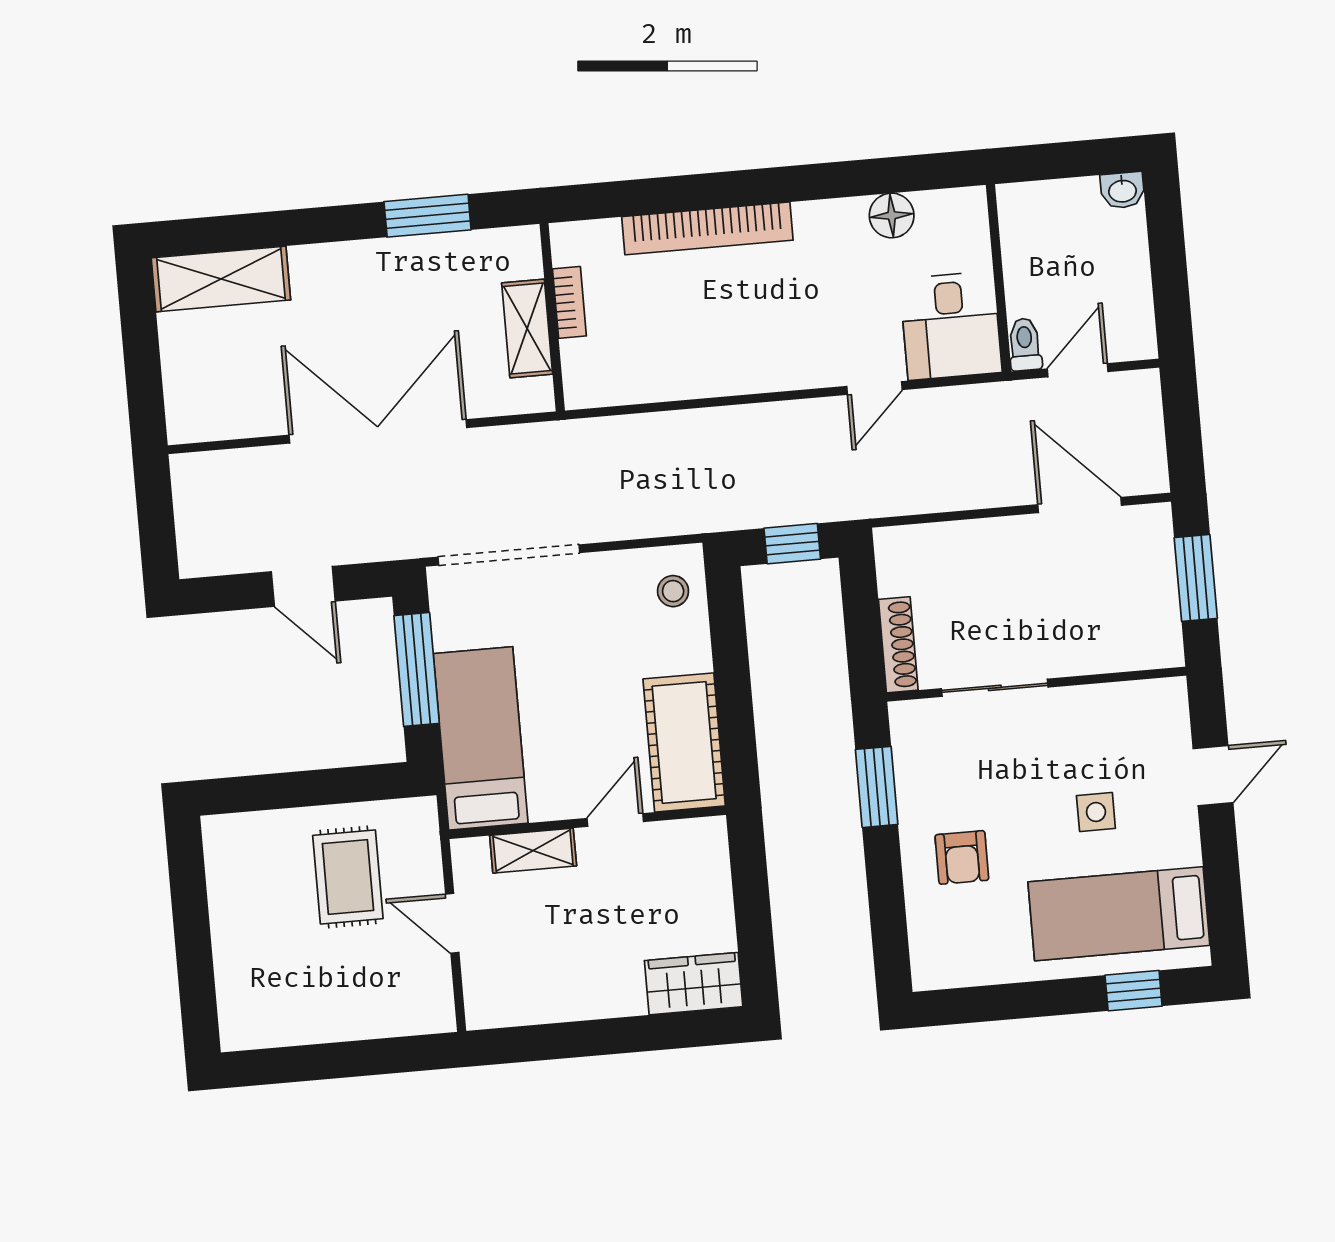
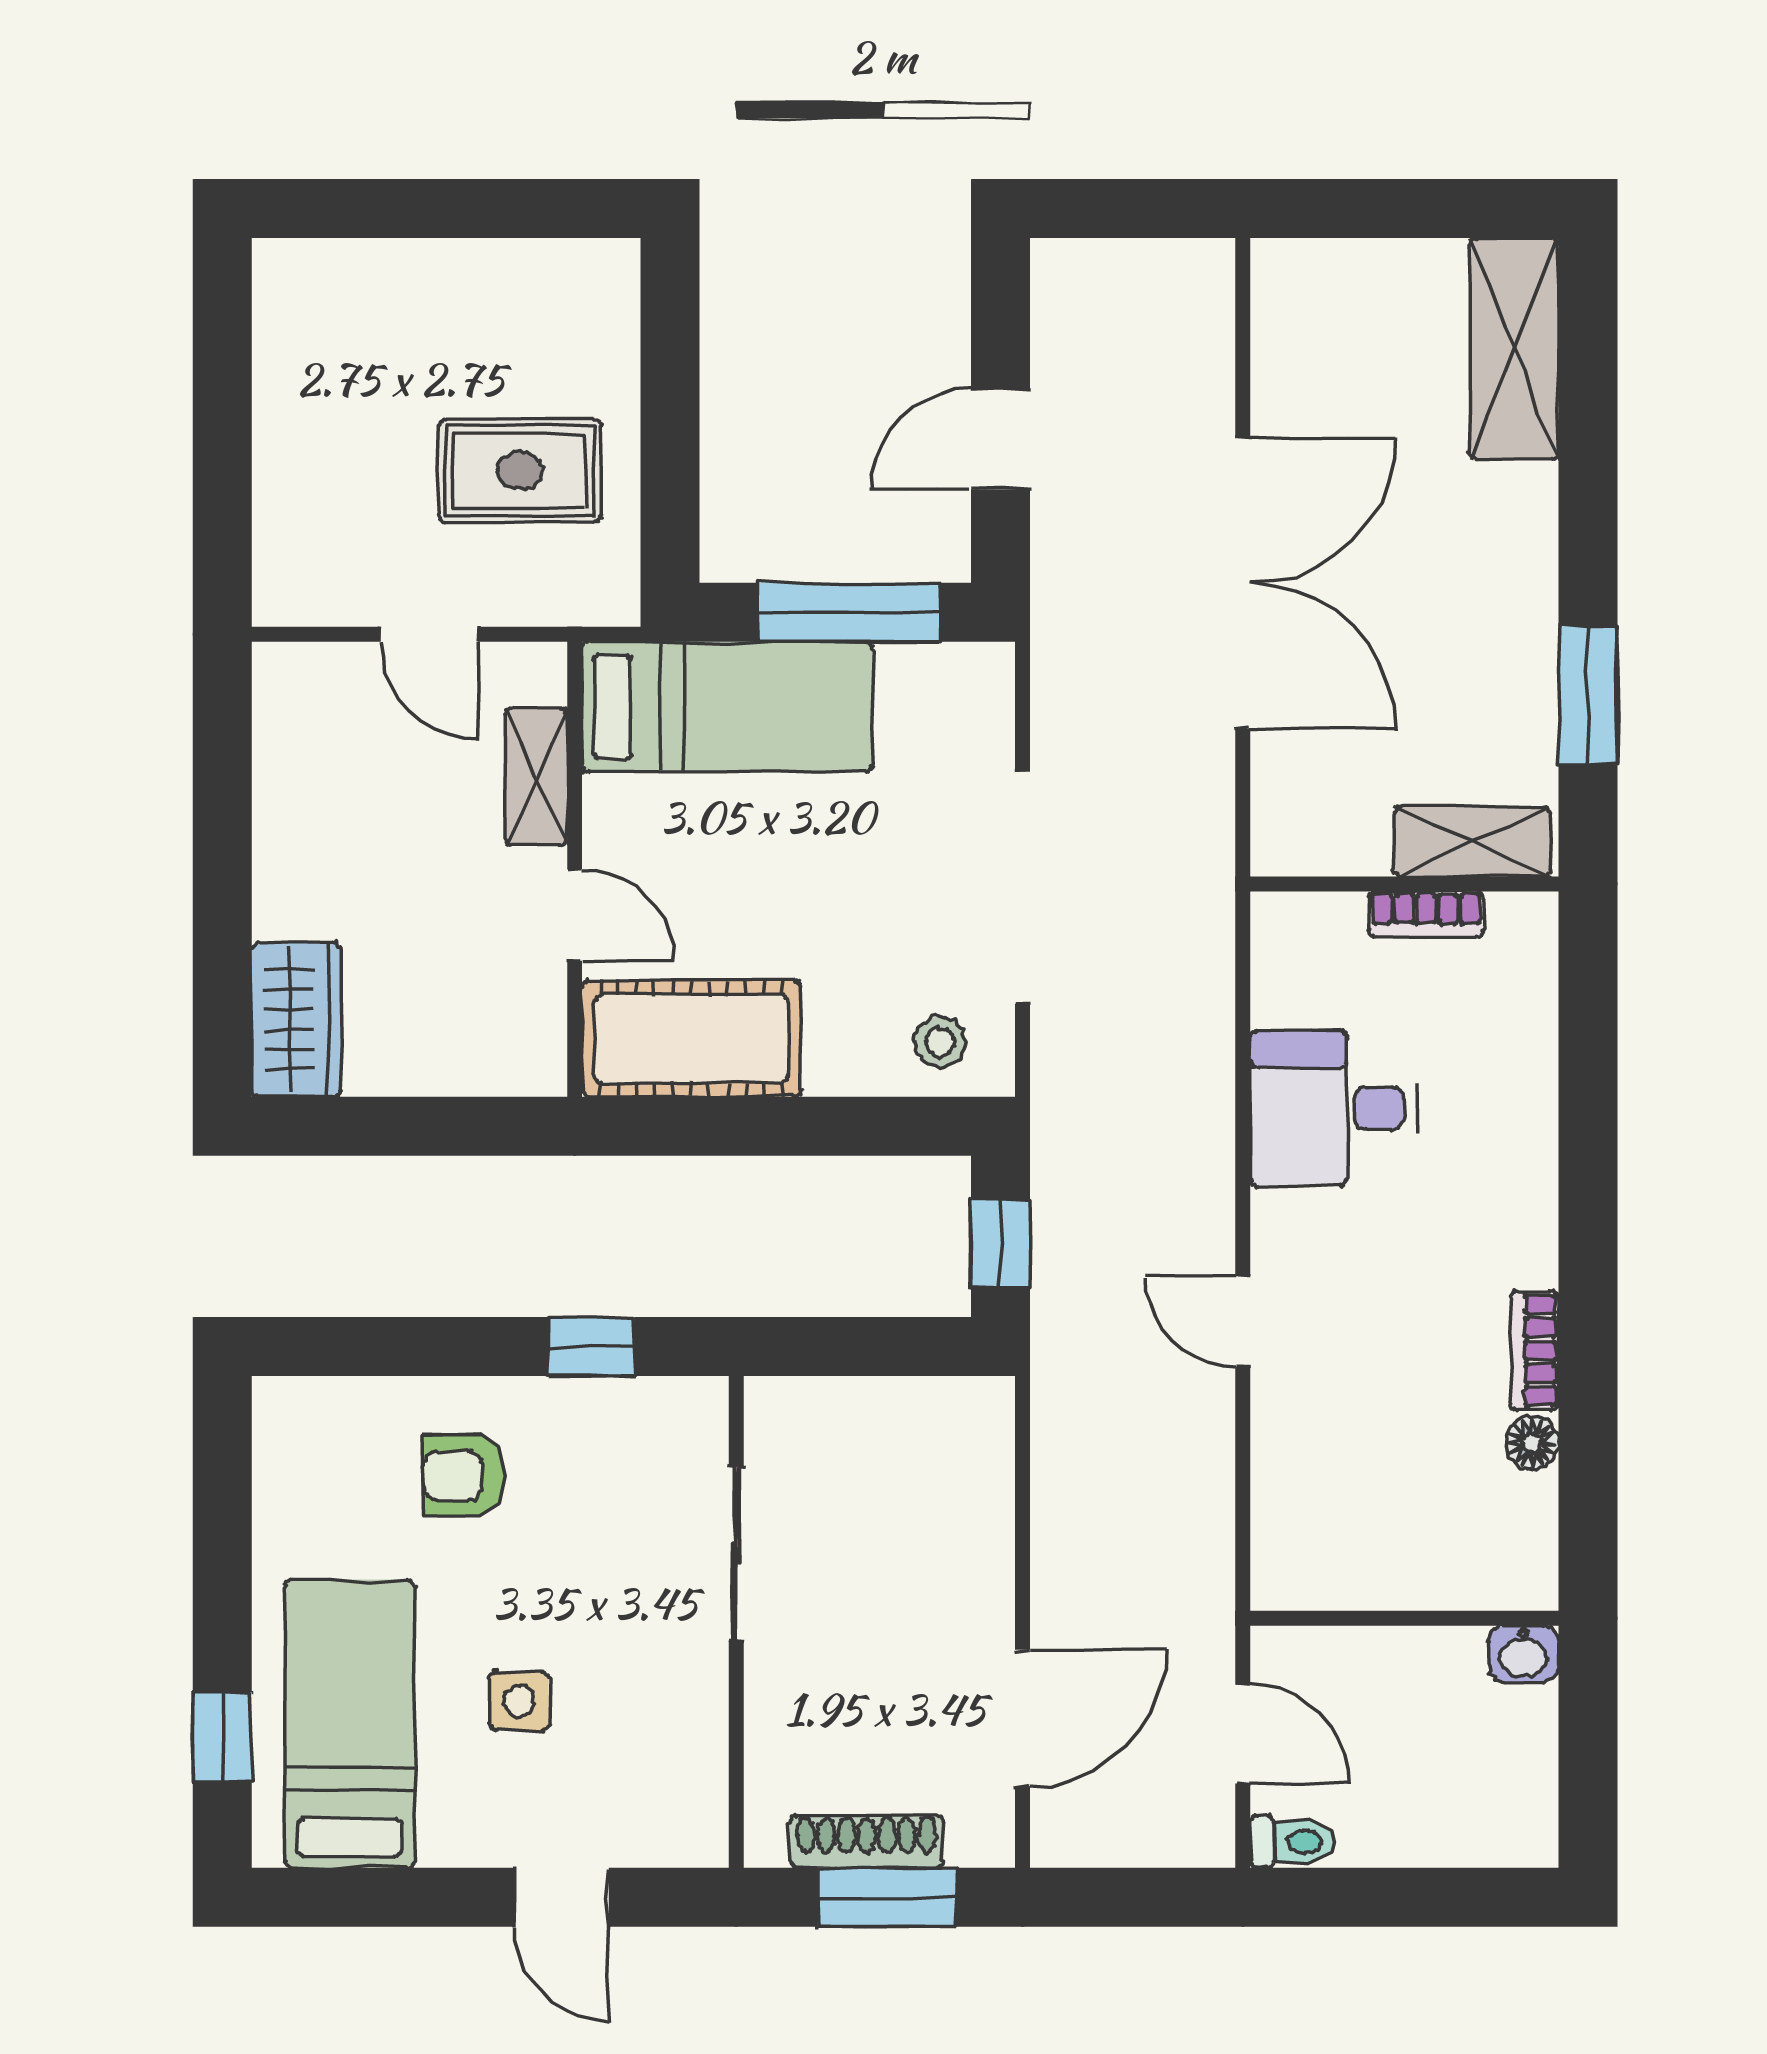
washbasin: (1122, 190) -> (1524, 1654), moved, turned -90
floor lamp: (892, 215) -> (1532, 1443), width x0.73, depth x0.73
bookcase: (707, 228) -> (1535, 1350), moved, width x0.43, depth x0.76
desk: (951, 326) -> (1334, 1108), moved
shelving: (527, 329) -> (1472, 841), moved
toilet: (1025, 344) -> (1293, 1842), moved
door: (875, 388) -> (1243, 1321), moved
doorway: (509, 555) -> (1023, 888), moved
shoe rack: (898, 645) -> (867, 1842), moved, turned 180
window: (877, 787) -> (591, 1347), width x0.67
door: (452, 923) -> (429, 634), swing flipped

